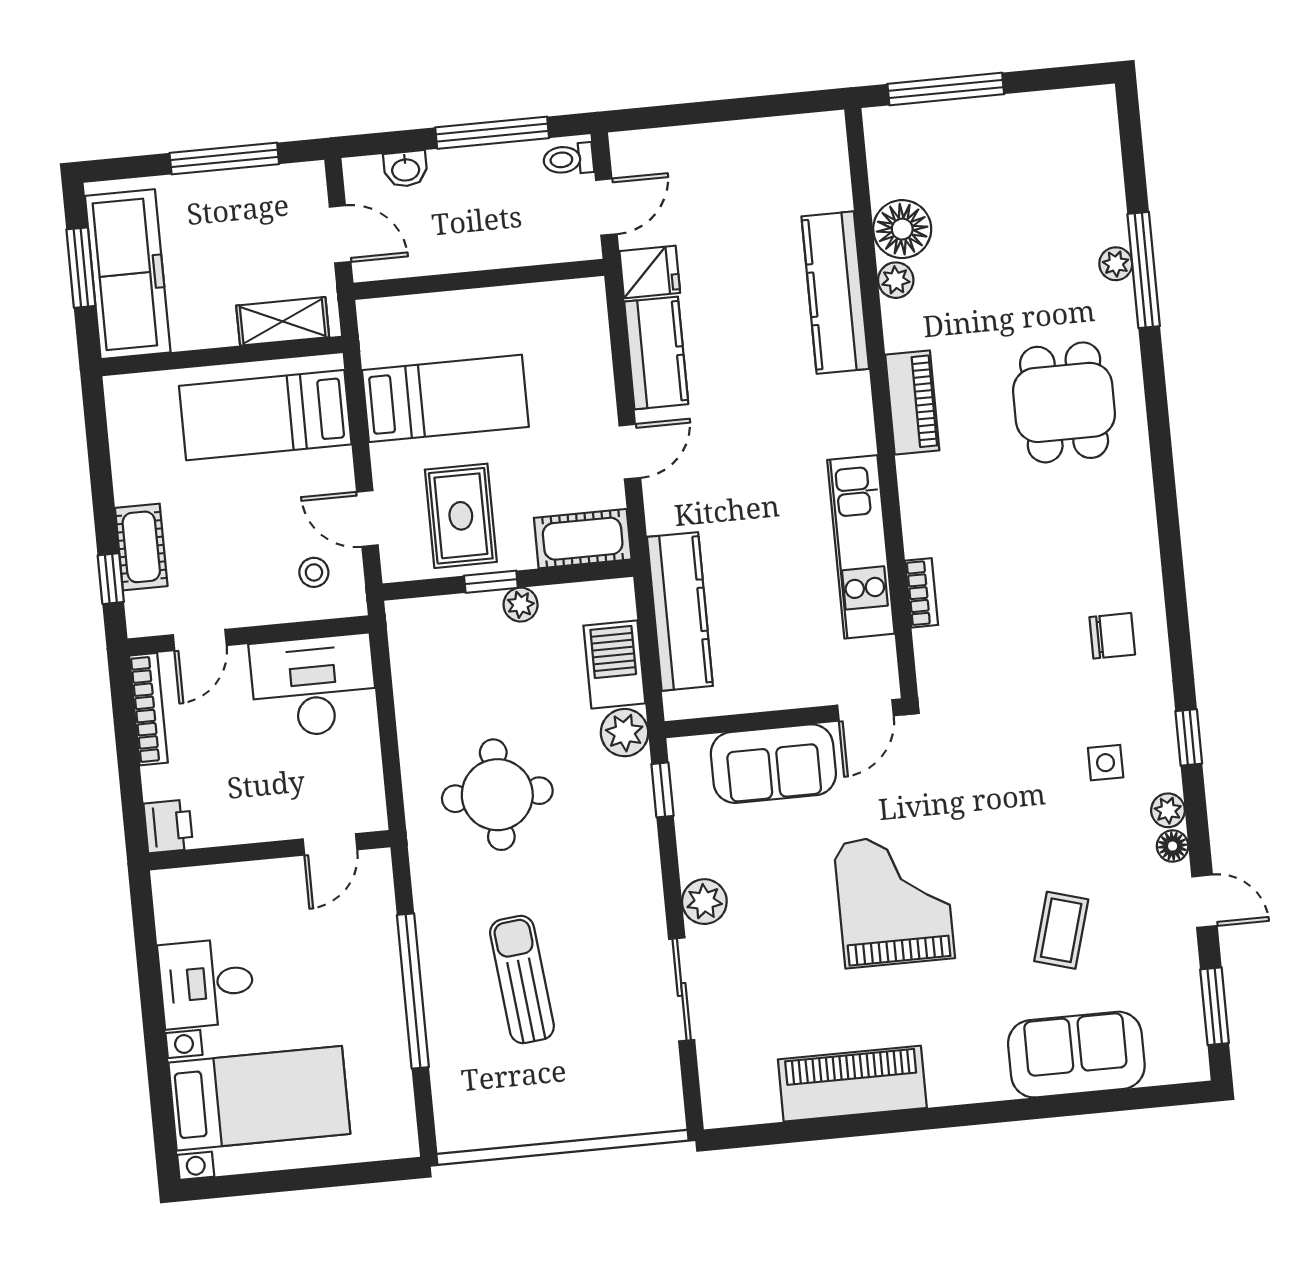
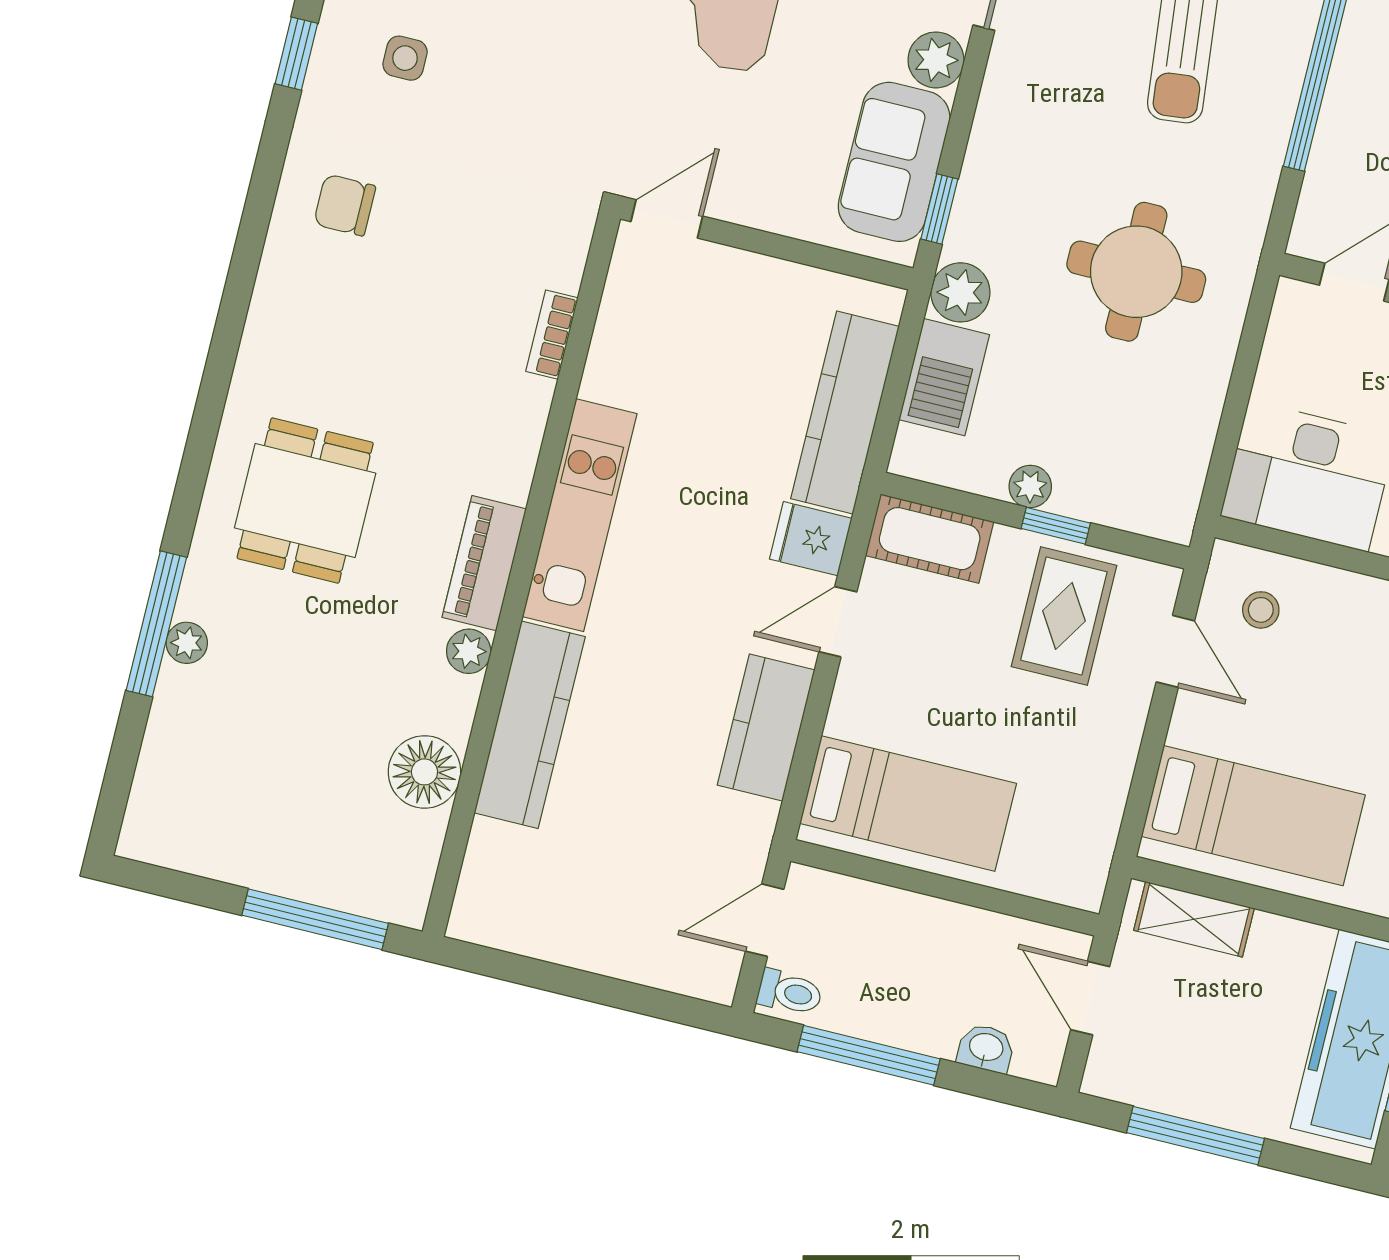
fridge: (650, 272) -> (811, 539), moved
plant: (896, 280) -> (469, 651), moved
bed: (445, 398) -> (908, 803), moved, turned 180
kitchen unit: (861, 547) -> (580, 515), moved
sofa: (773, 764) -> (894, 162), moved, turned -90

